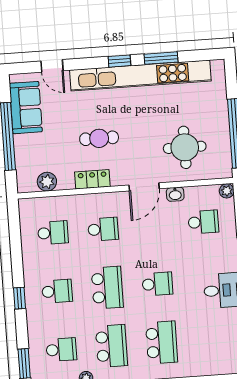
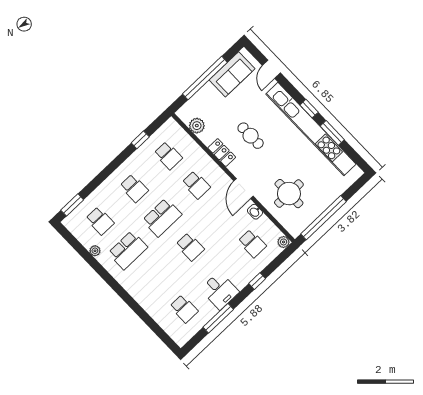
door: (144, 187) -> (244, 189), hinge flipped
window: (20, 298) -> (140, 140), moved
school desk: (162, 342) -> (184, 309), moved, width x0.54

